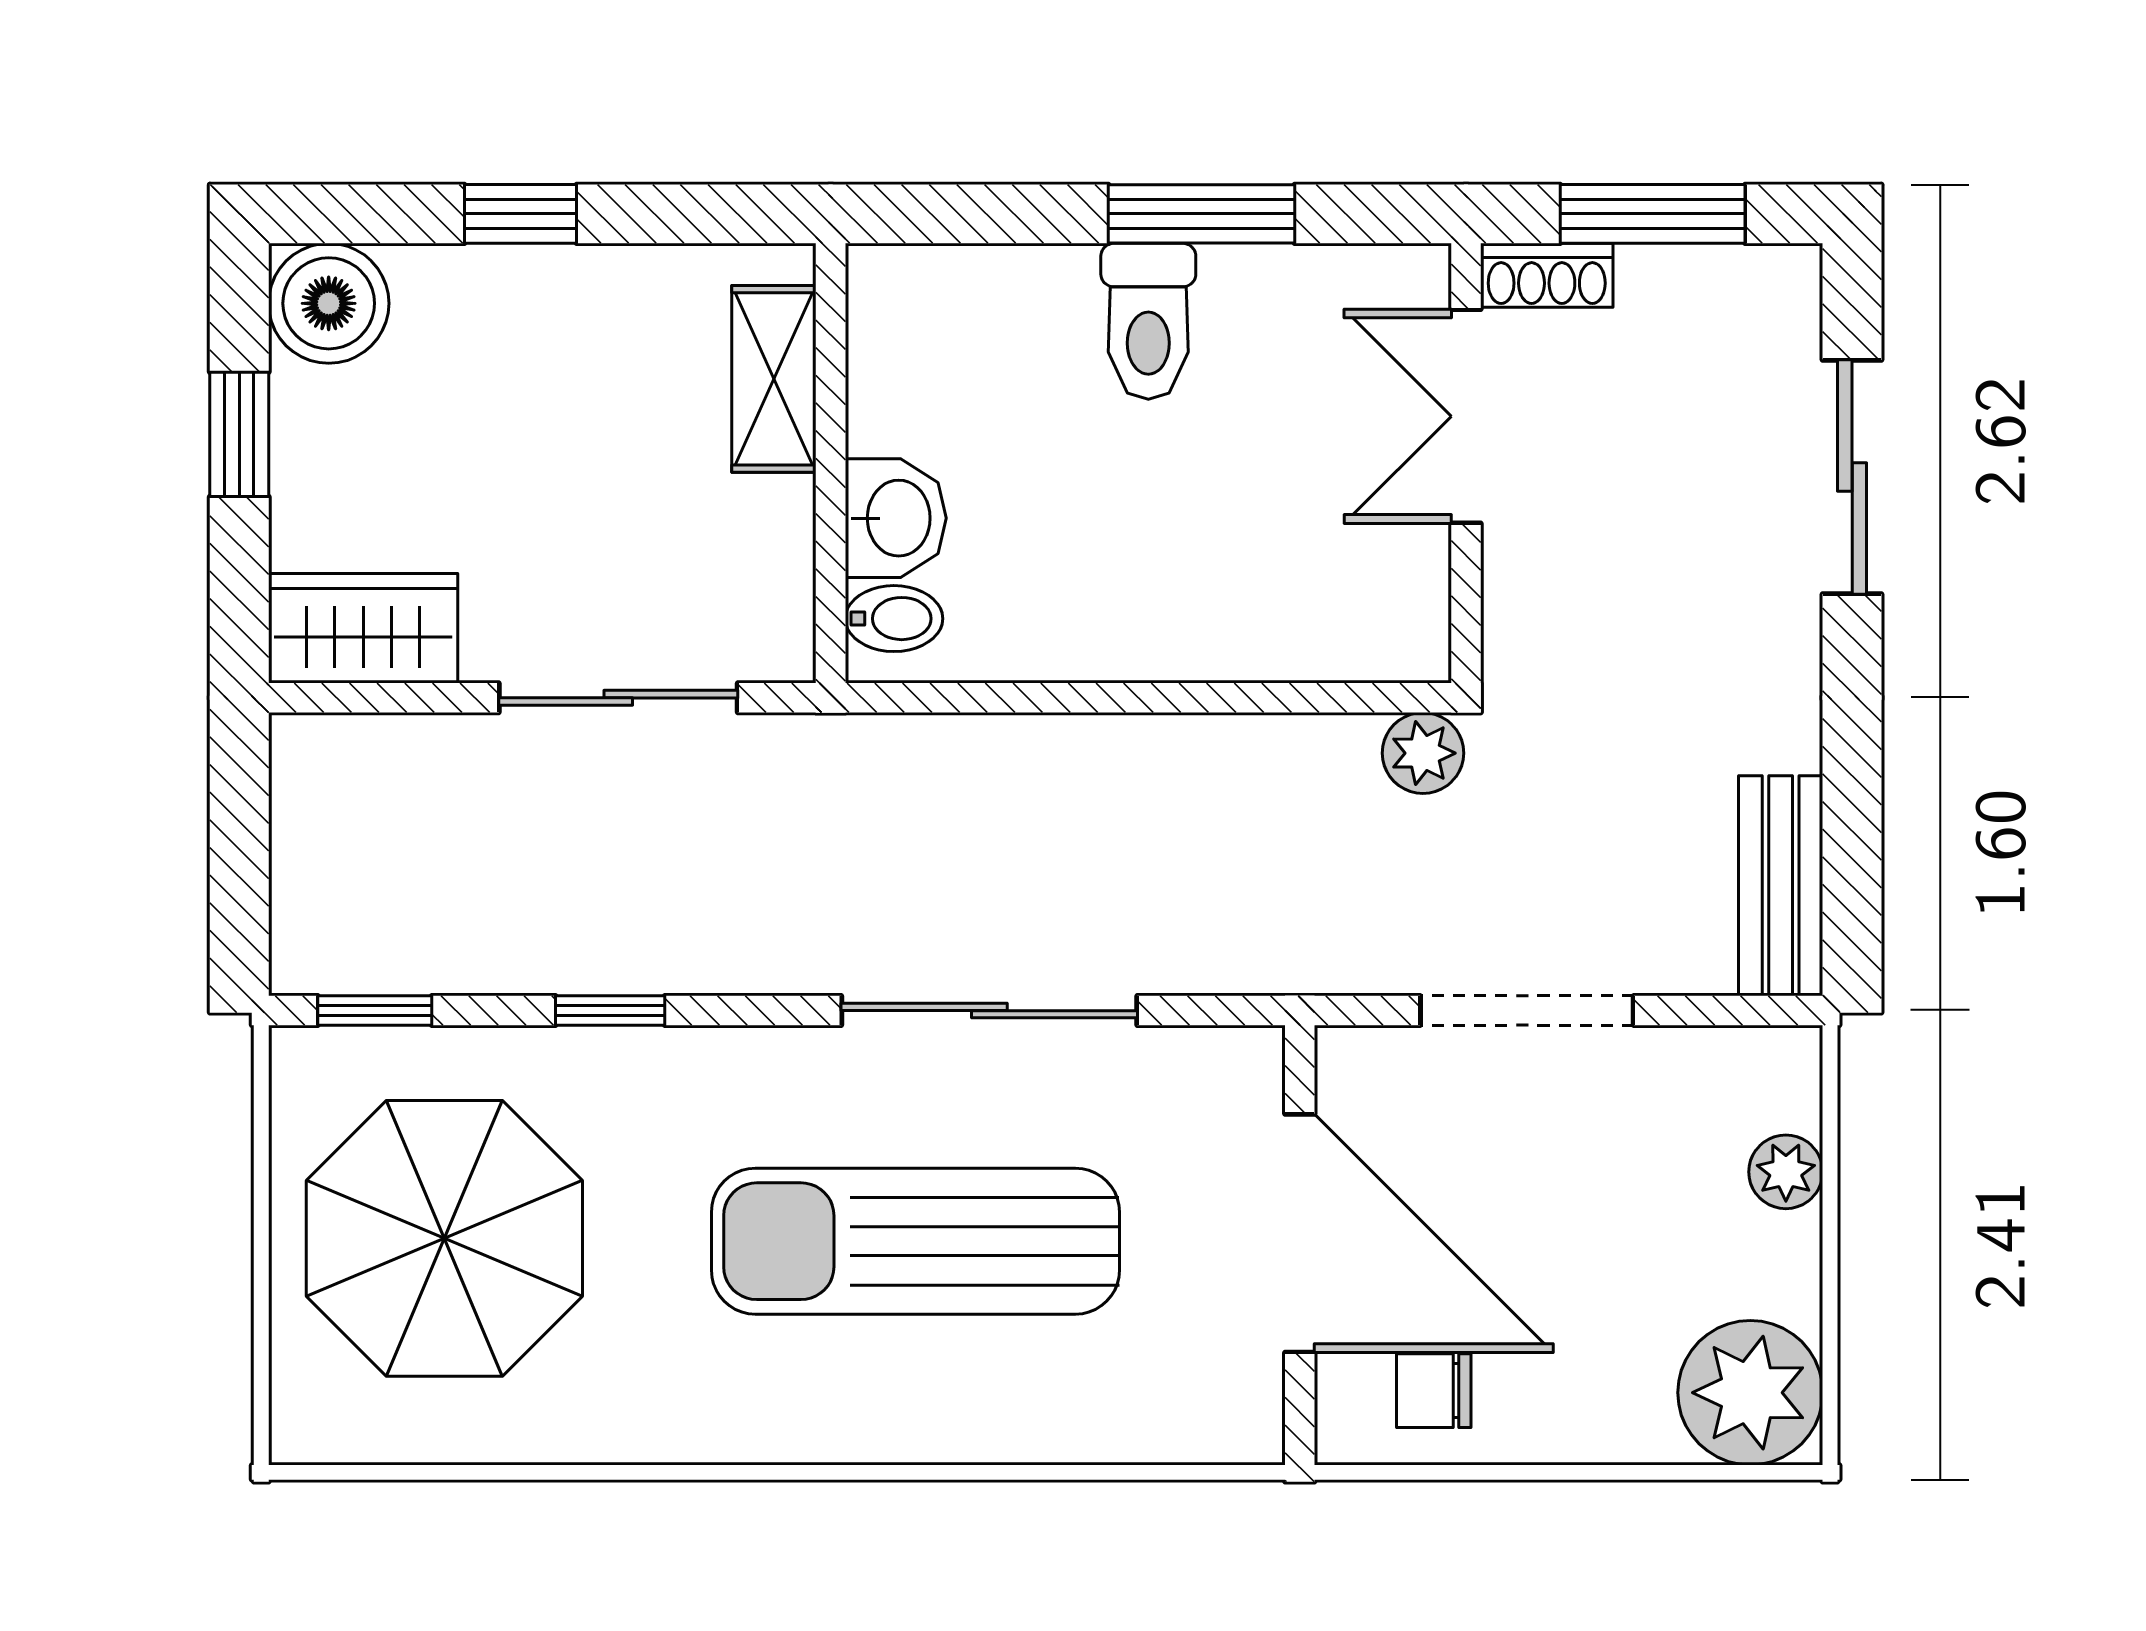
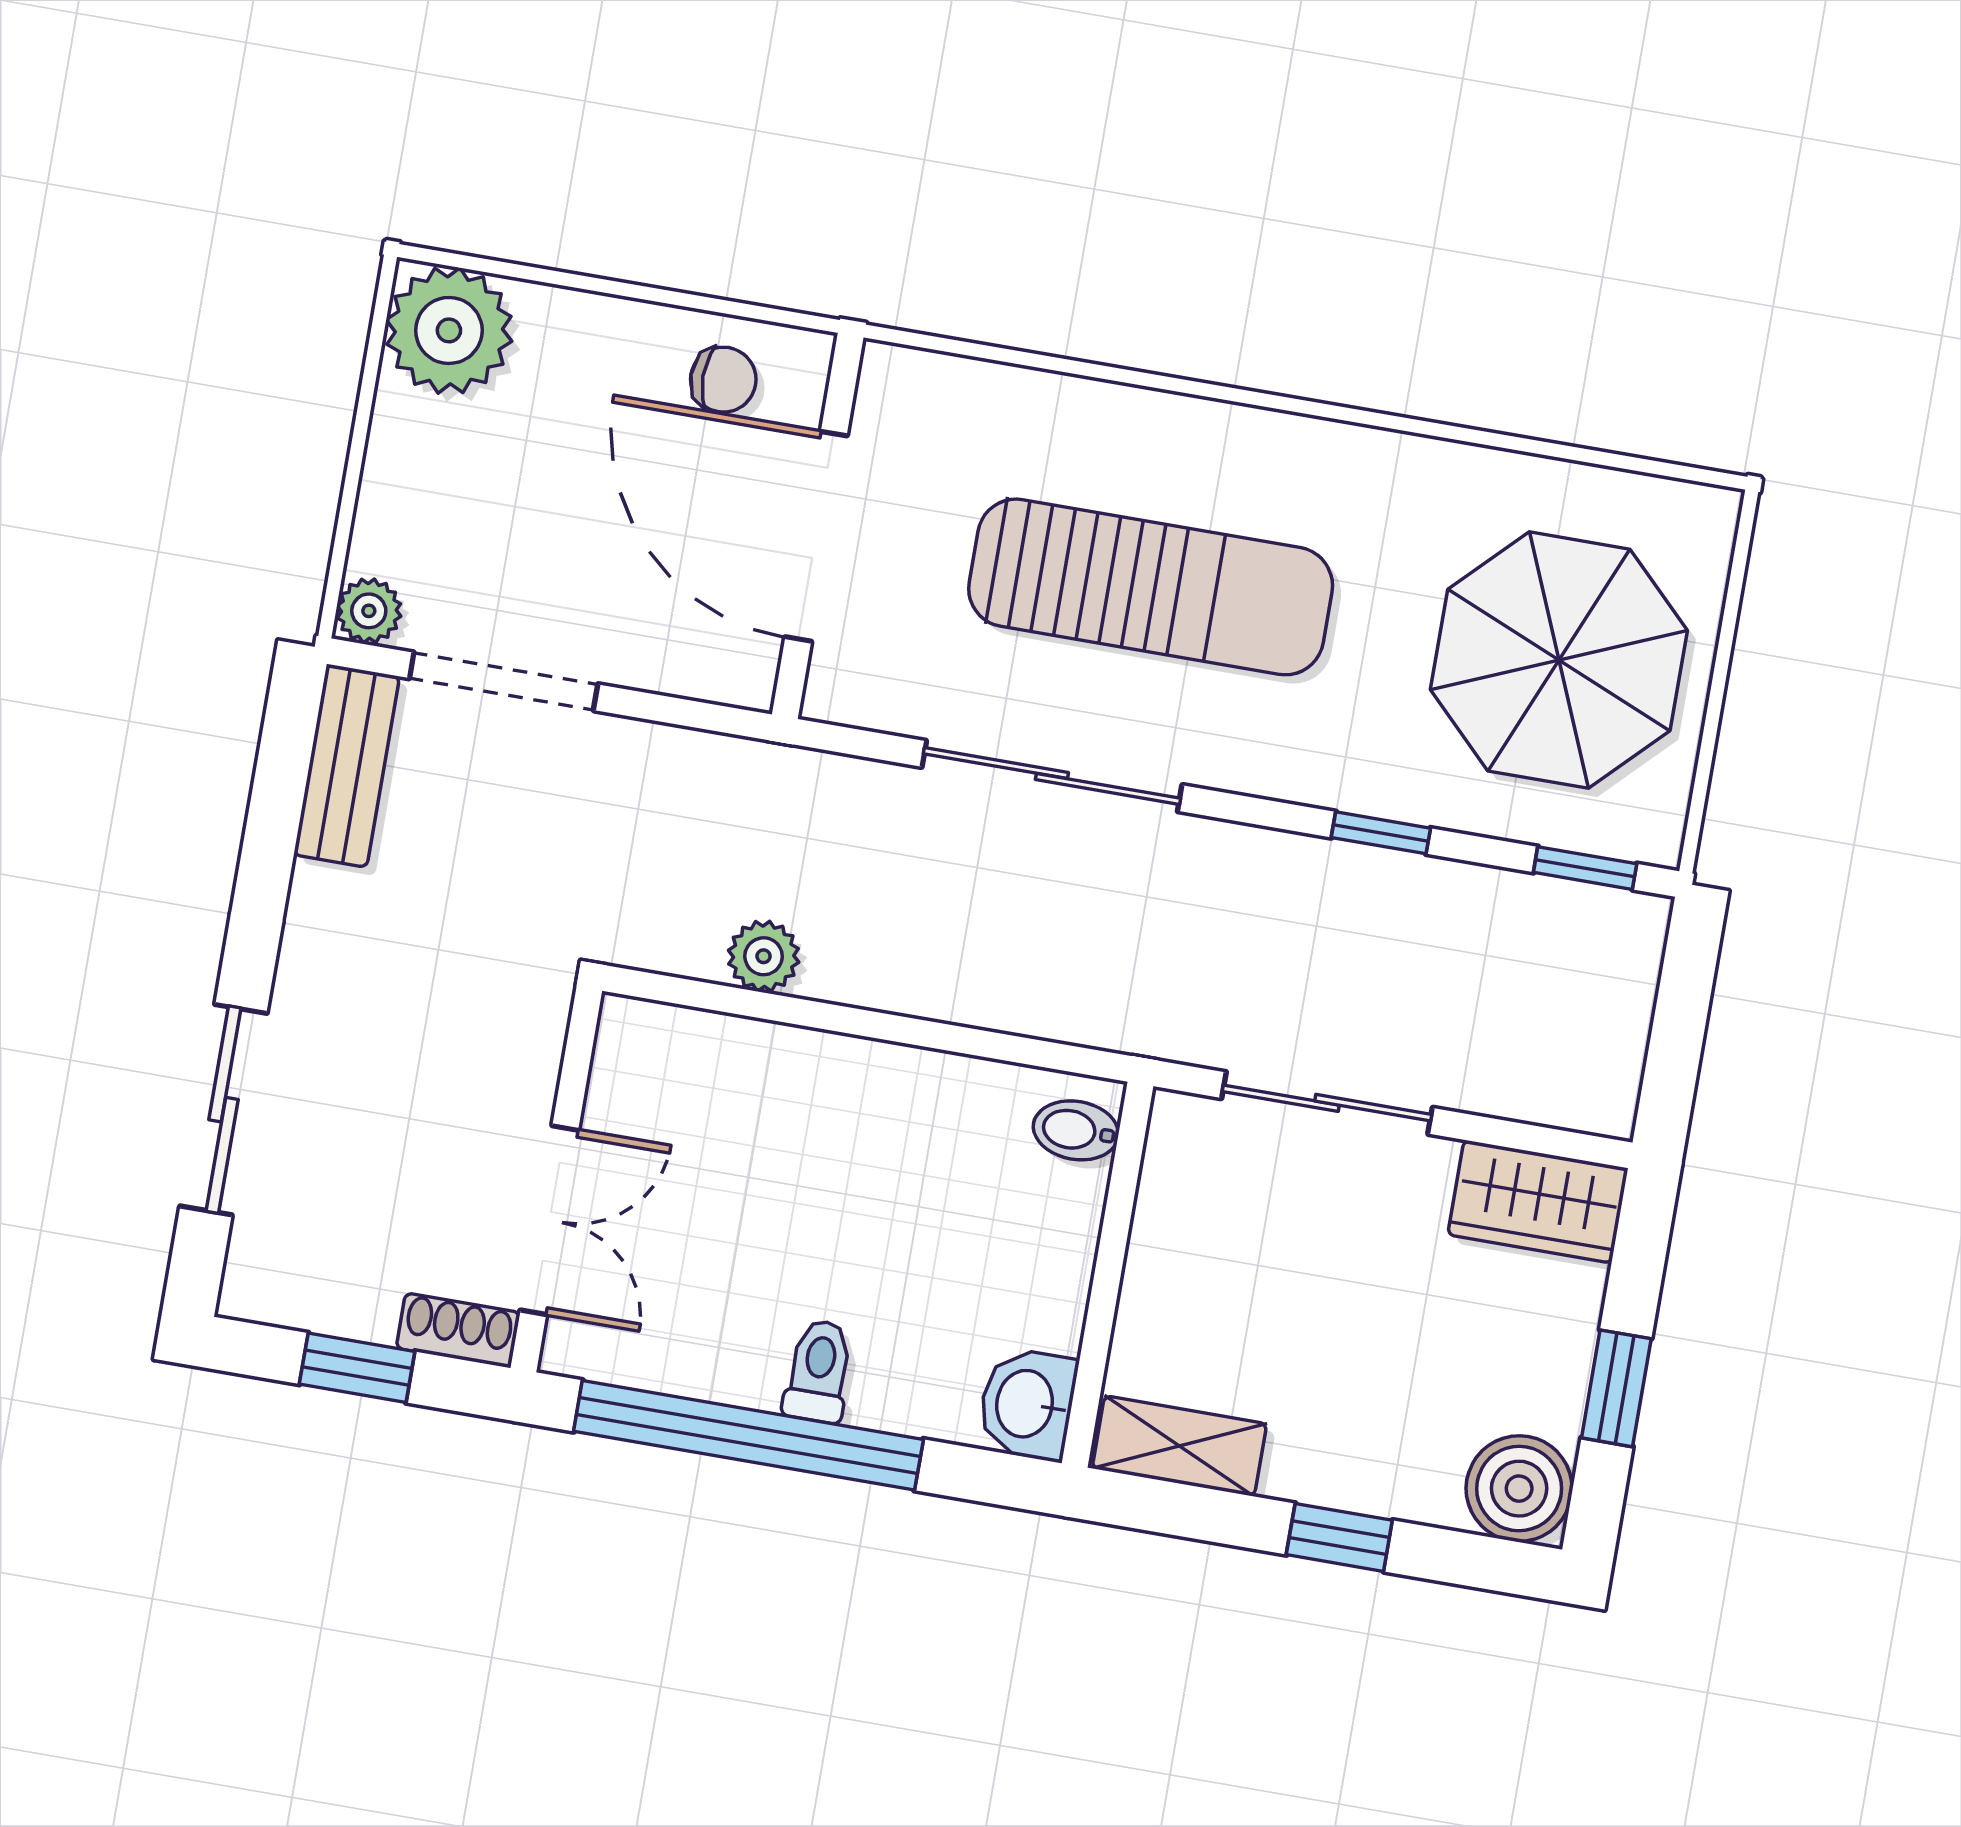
window: (1202, 214) -> (748, 1435), width x2.11
window: (1653, 214) -> (357, 1368), width x0.67
toilet: (1148, 321) -> (819, 1371), width x0.73, depth x0.72
shelving: (774, 379) -> (1179, 1446), moved, turned 90
washbasin: (896, 518) -> (1027, 1404), moved
plant: (1423, 753) -> (764, 956), moved
doorway: (1527, 1011) -> (504, 681), moved
plant: (1786, 1172) -> (369, 611), moved

